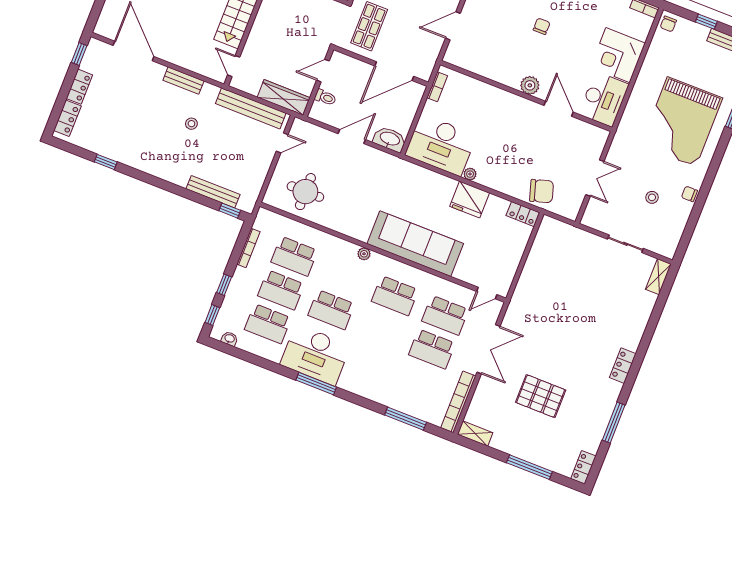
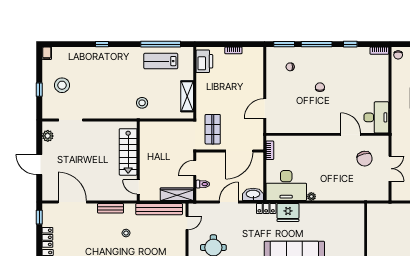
corner desk: (618, 55) -> (374, 87), removed
plant: (530, 85) -> (327, 127), removed
chair: (542, 191) -> (365, 159), moved, turned 92
fridge: (470, 200) -> (288, 212), moved
locker: (523, 214) -> (266, 208), moved

